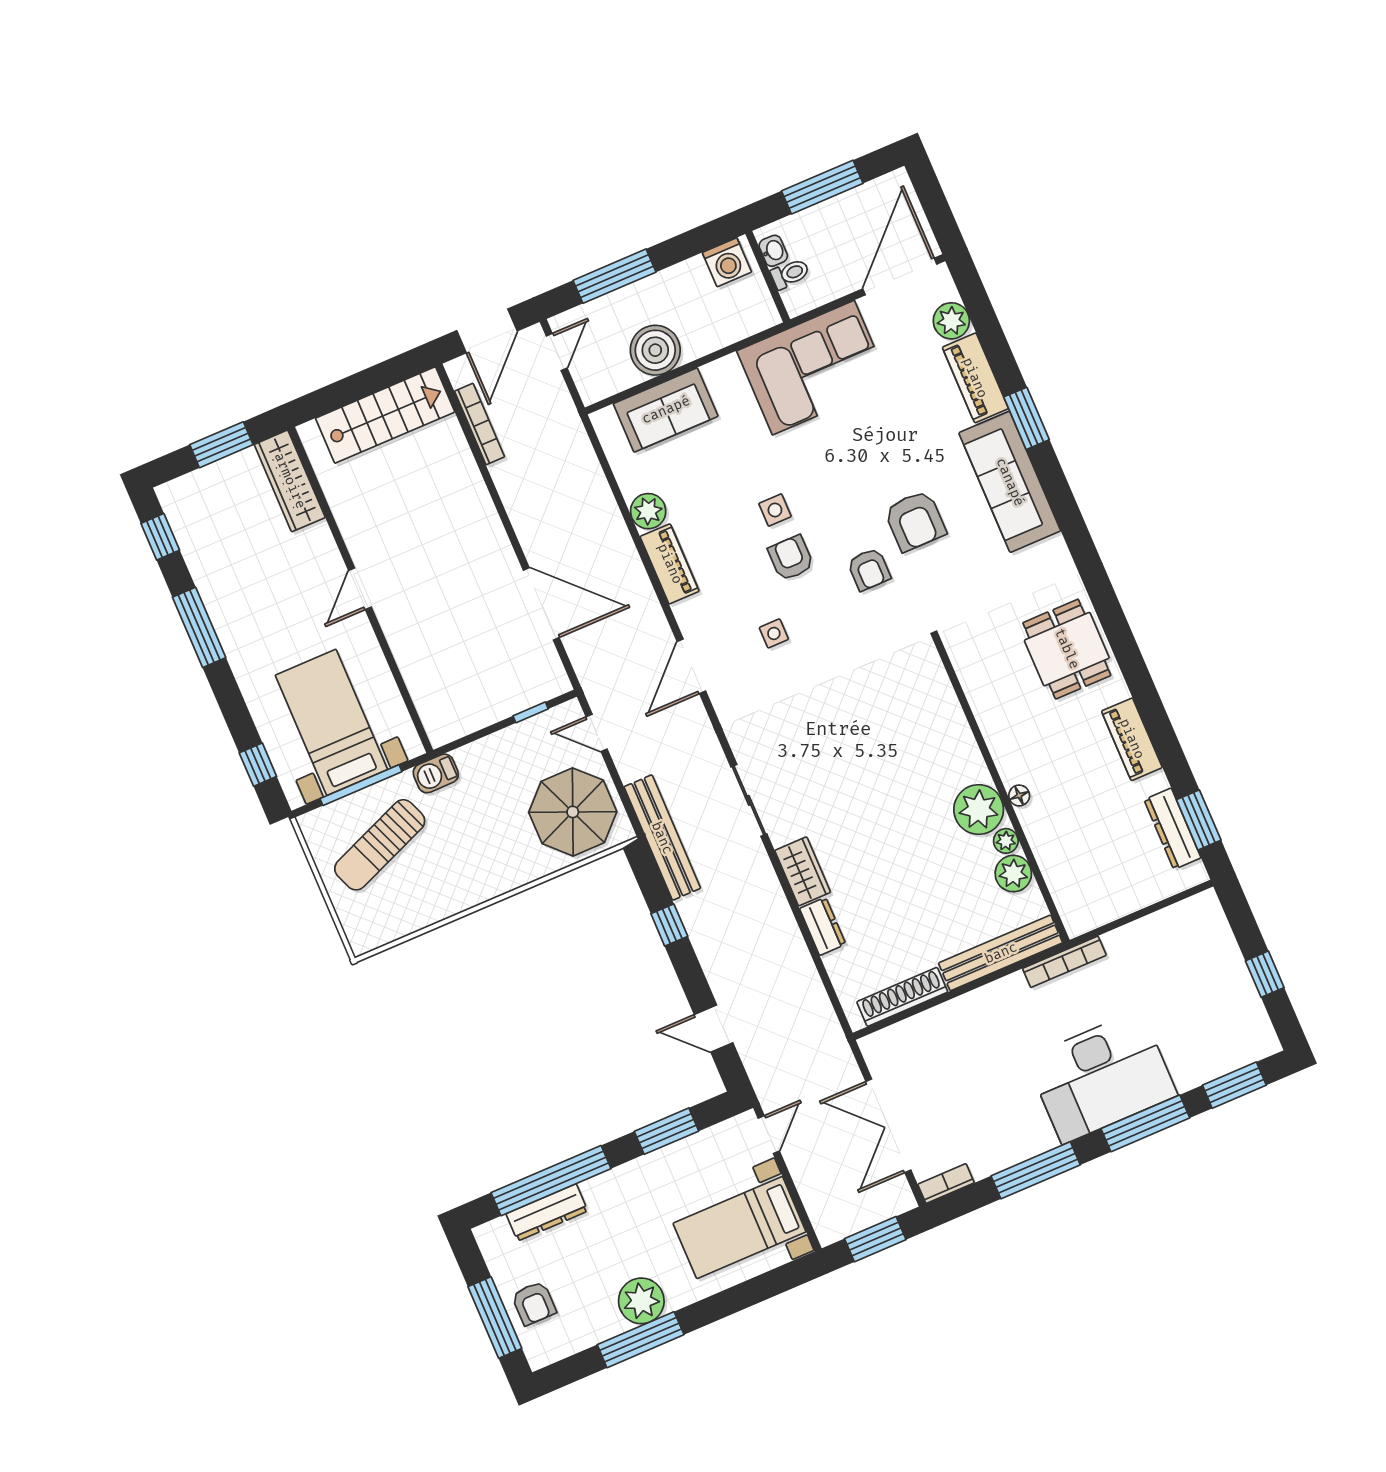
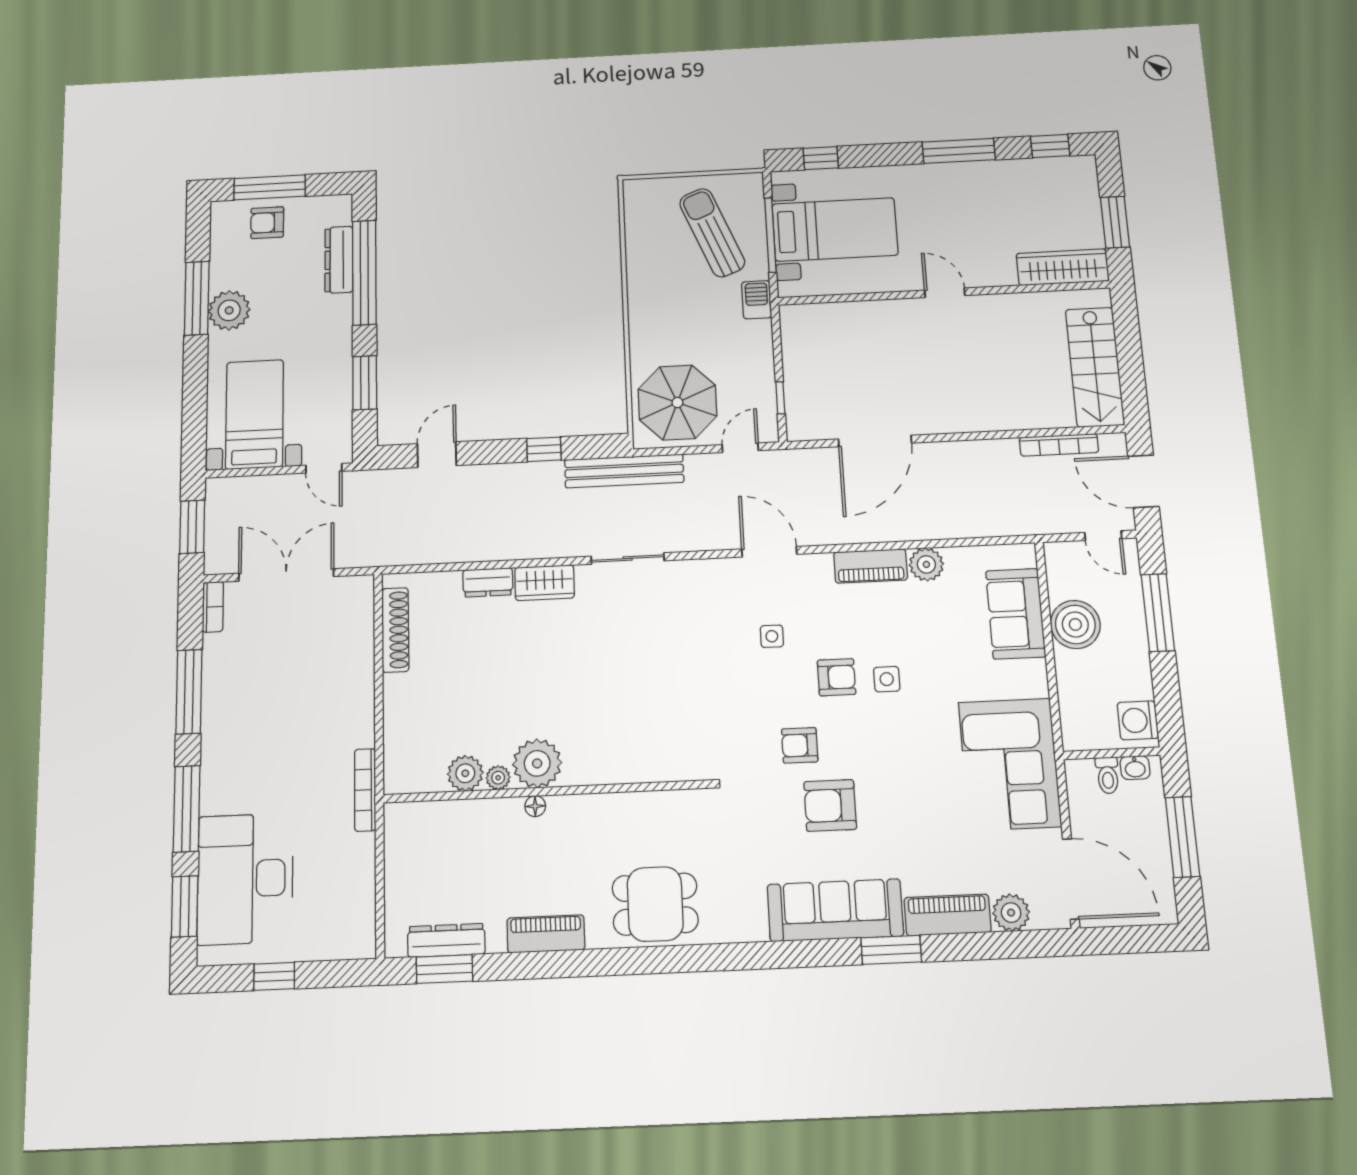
bench: (1001, 953) -> (398, 734), removed
desk: (1102, 1077) -> (245, 879), moved

